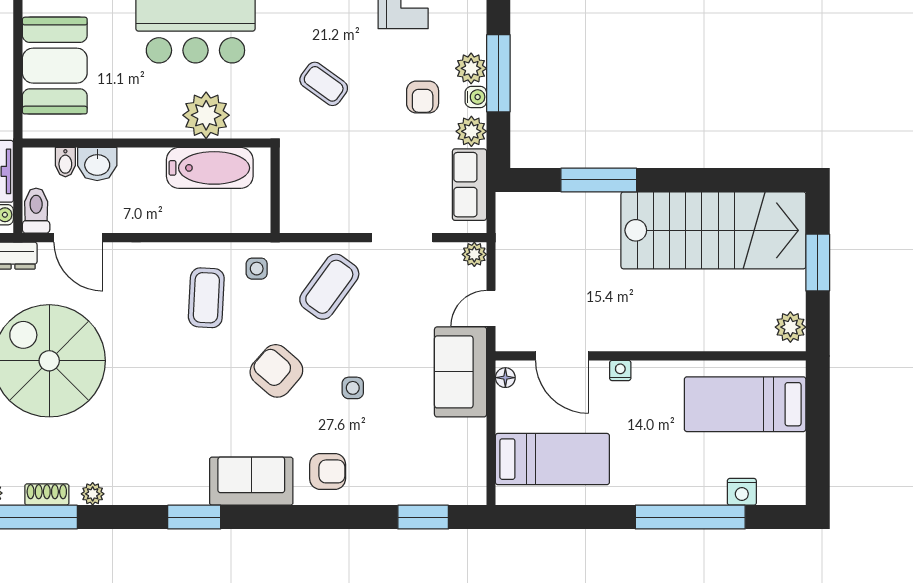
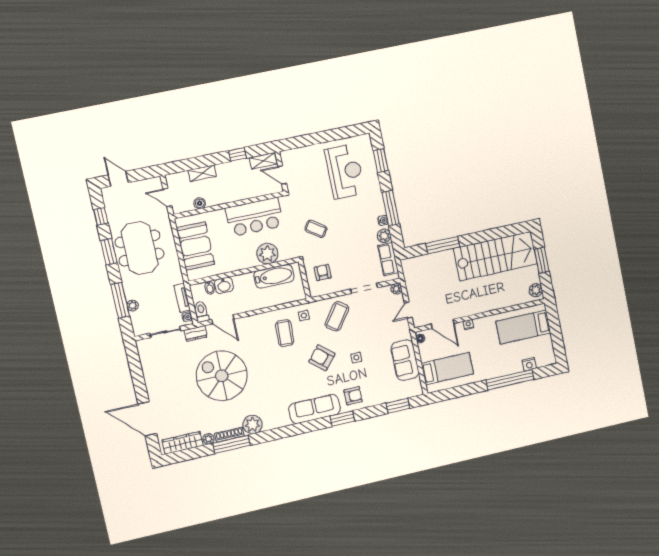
plant: (471, 68) -> (378, 208), removed
armchair: (423, 97) -> (323, 273), moved, turned 180
sofa: (461, 372) -> (405, 360), moved
sofa: (251, 481) -> (315, 409), width x1.36
plant: (93, 494) -> (253, 424), width x1.88, depth x1.88
shoe rack: (47, 495) -> (229, 435), width x1.43
window: (194, 517) -> (342, 419), moved

